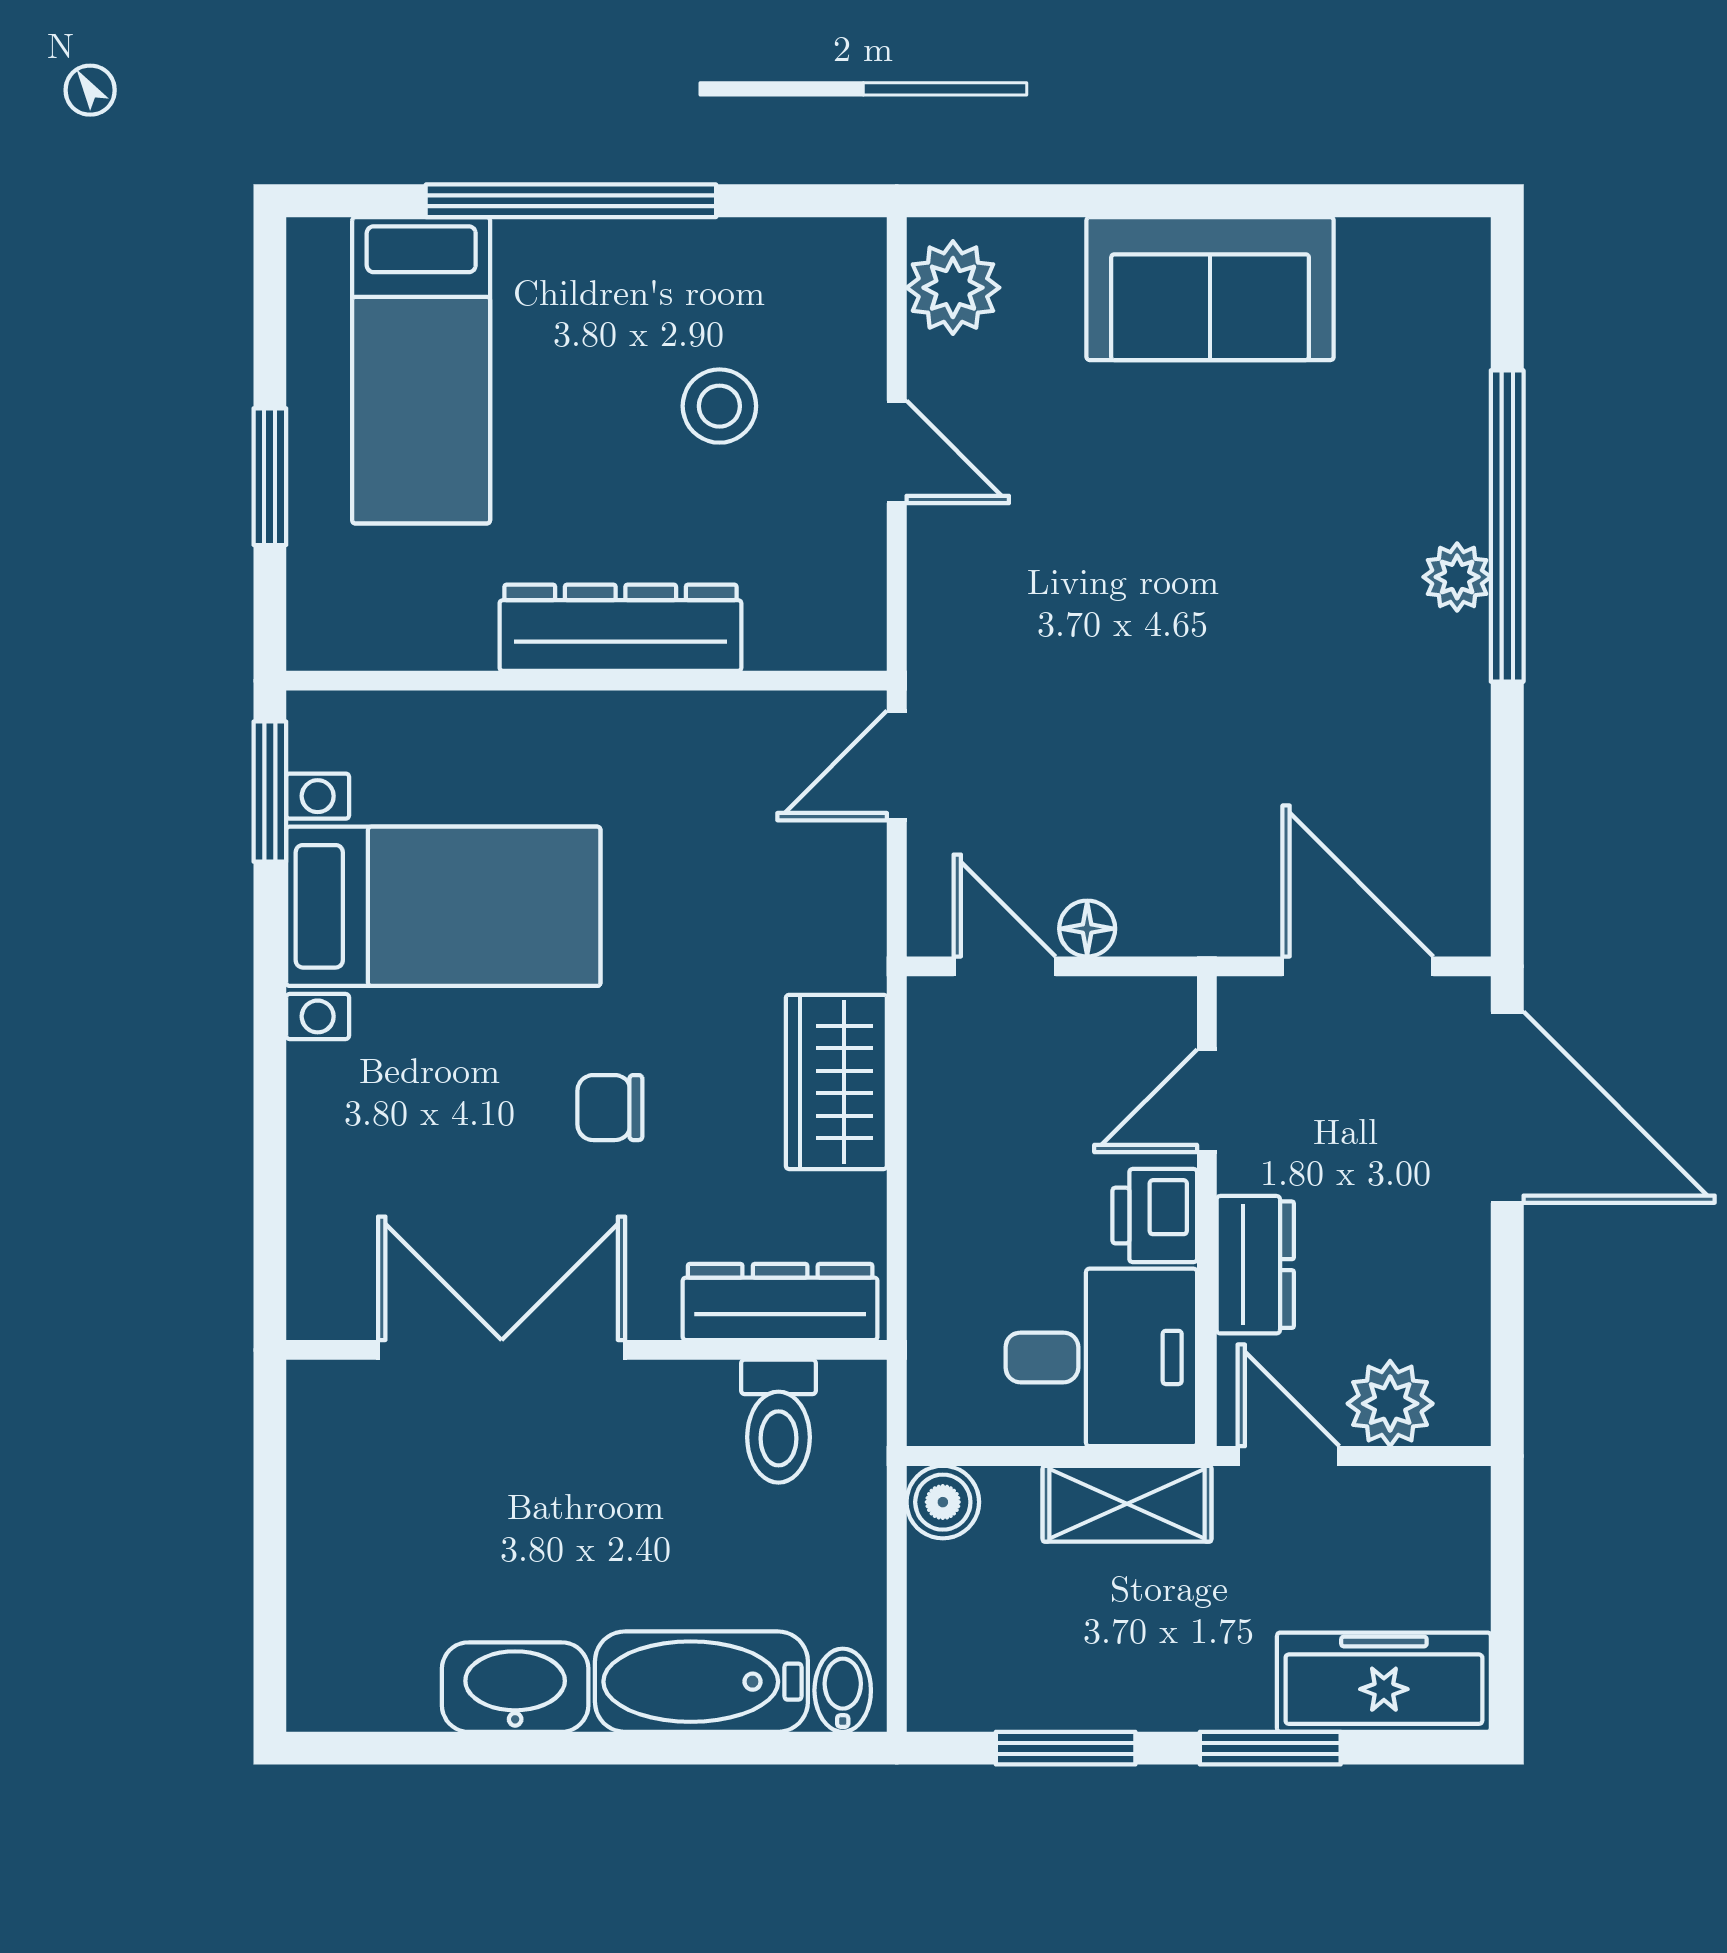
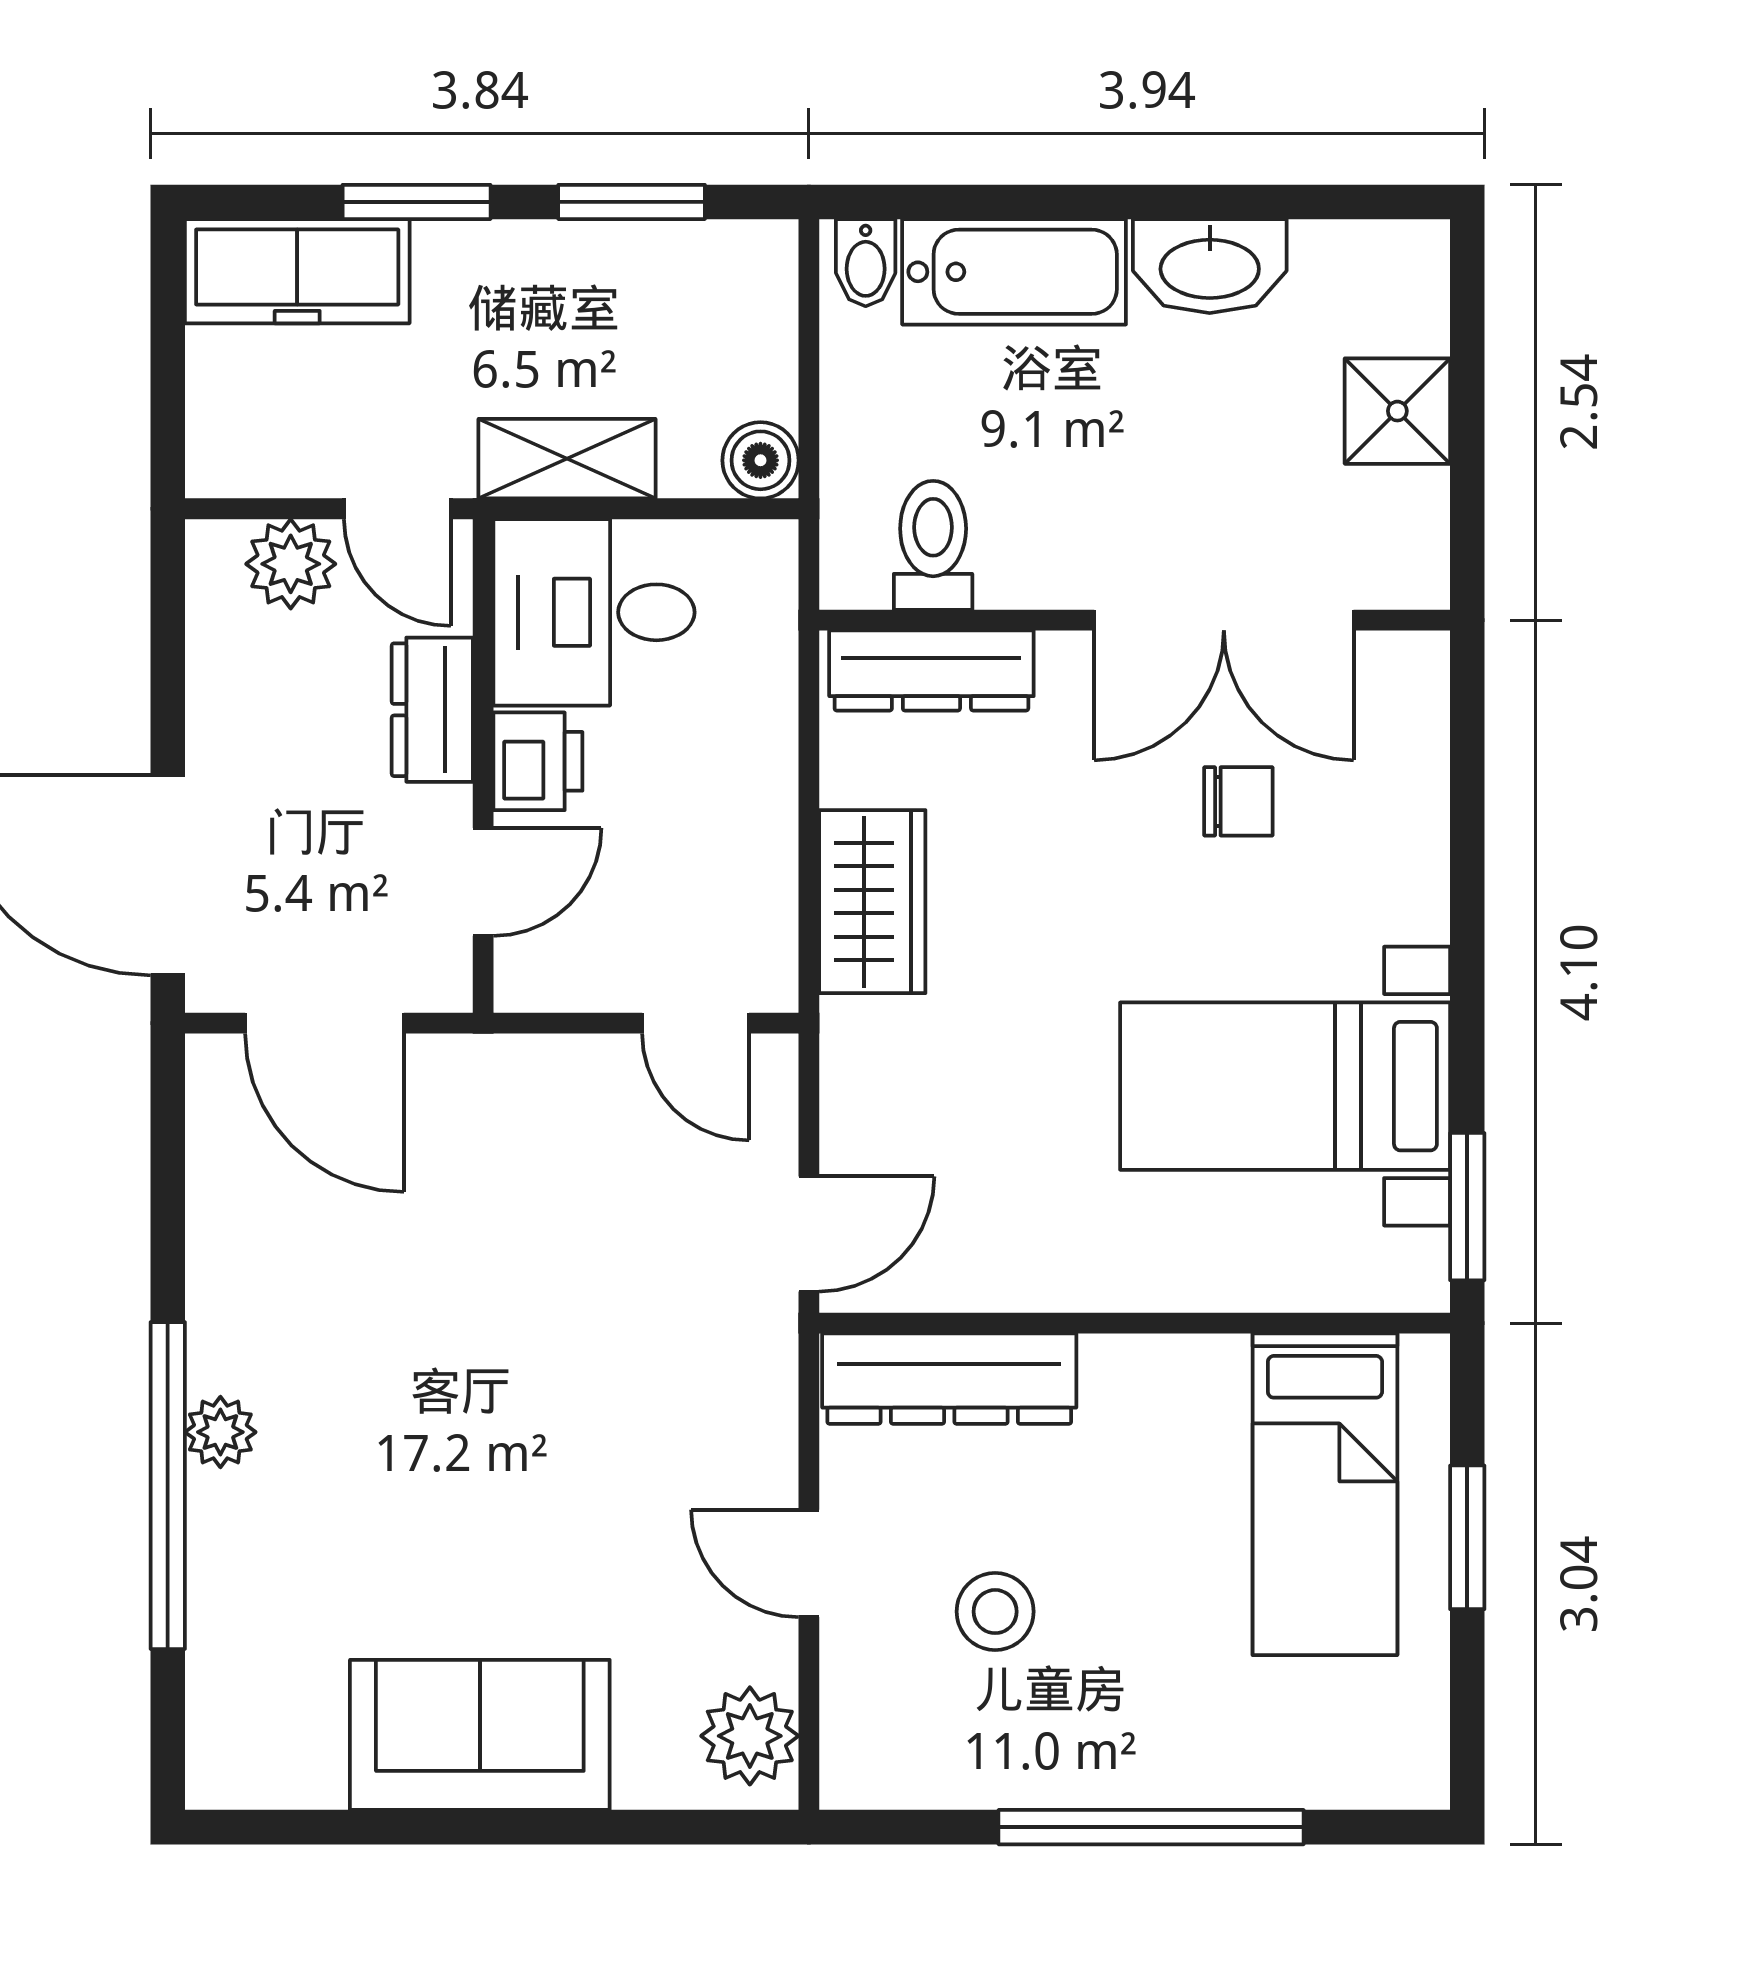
bed: (421, 370) -> (1325, 1494), moved, turned 180
dresser: (620, 628) -> (949, 1379), moved
floor lamp: (1087, 929) -> (609, 1063), removed
chair: (610, 1108) -> (1238, 801), moved
shower: (336, 1549) -> (1397, 411), added

